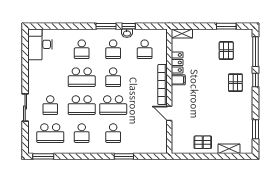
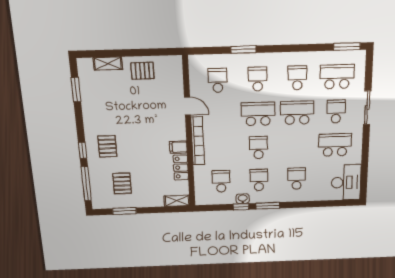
school desk: (82, 77) -> (335, 145), moved
school desk: (145, 133) -> (218, 80), added

